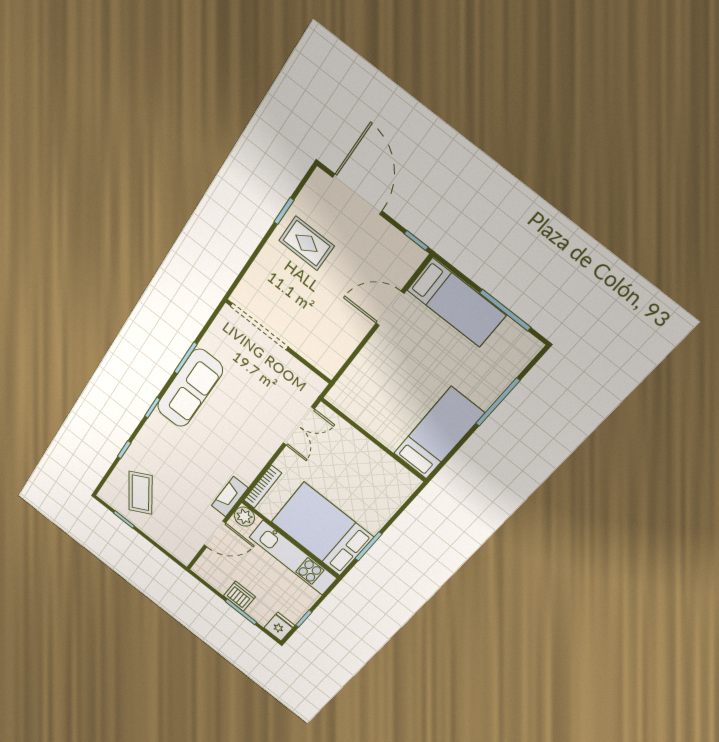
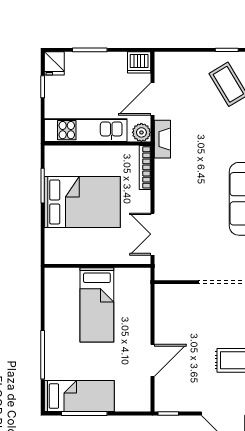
bed: (456, 303) -> (79, 396), moved, turned 180
bed: (438, 433) -> (97, 305), moved
bed: (322, 529) -> (82, 202), moved
dishwasher: (239, 596) -> (139, 62), moved

